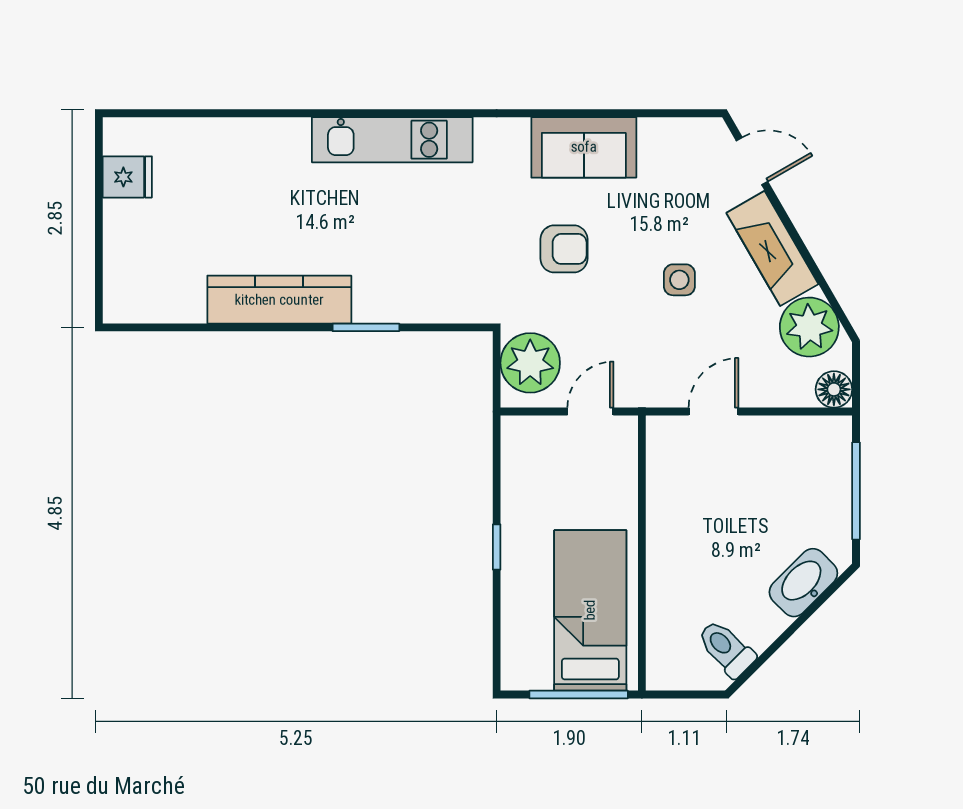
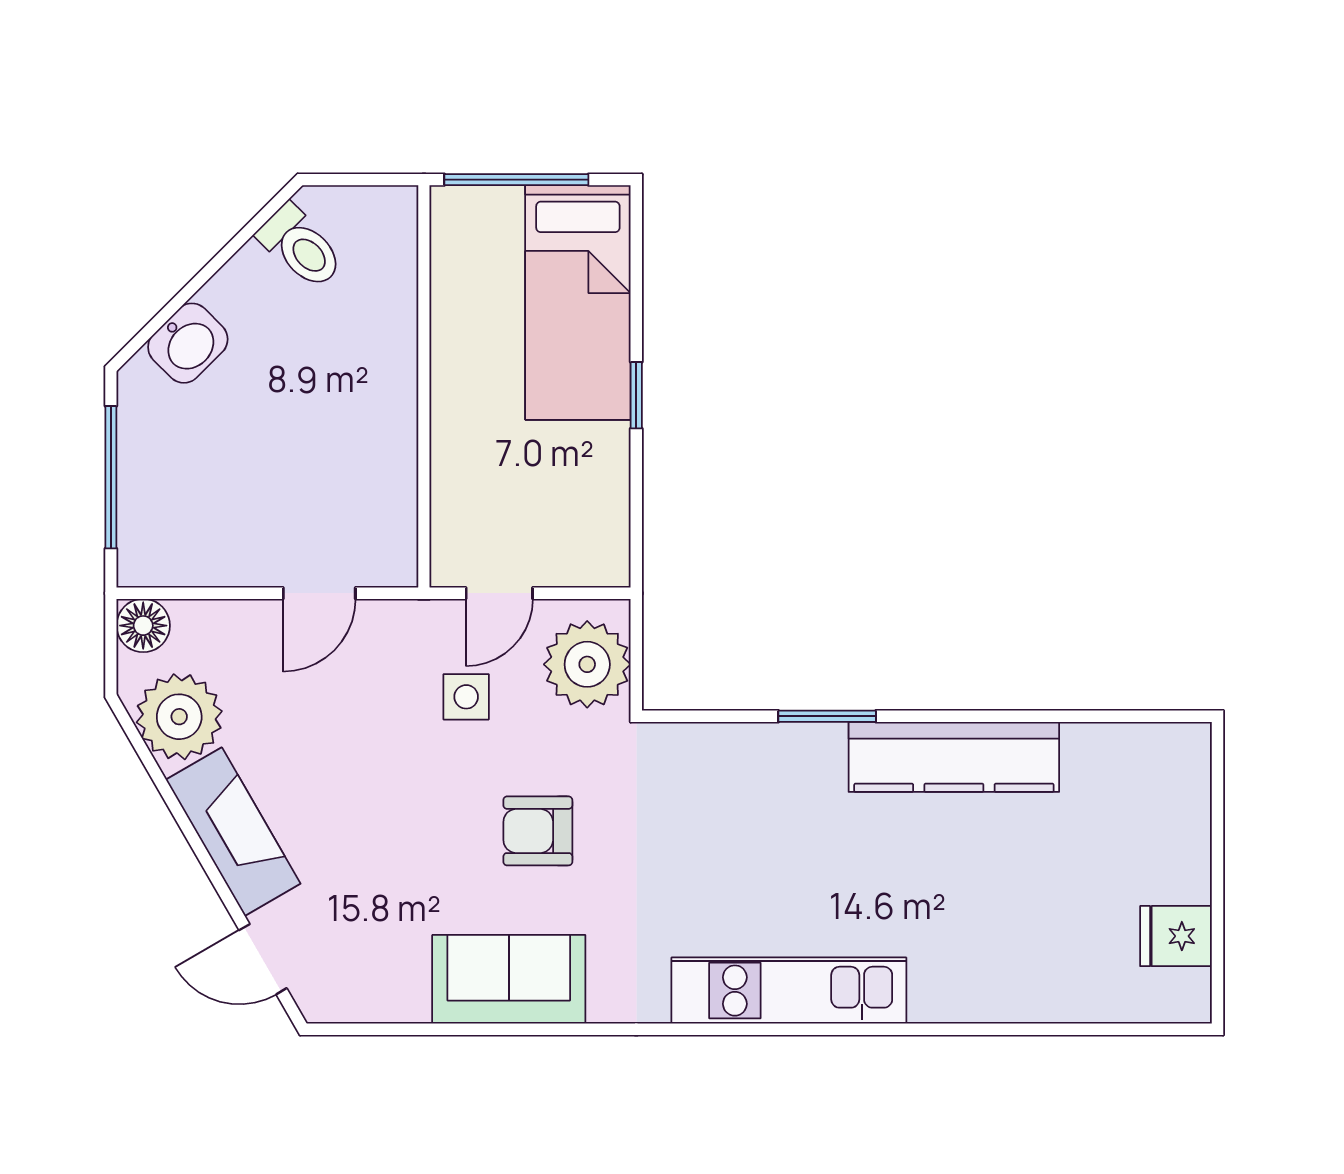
side table: (679, 280) -> (466, 697), moved
washbasin: (803, 583) -> (188, 343), width x0.72
bed: (590, 610) -> (578, 303), moved

